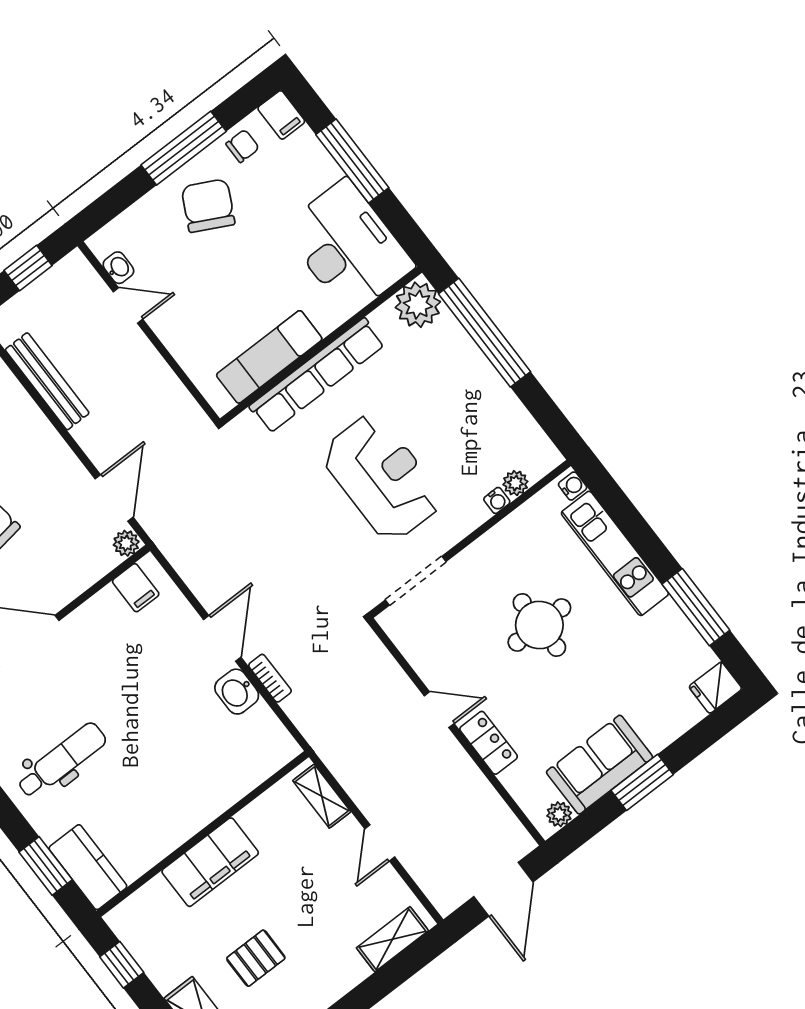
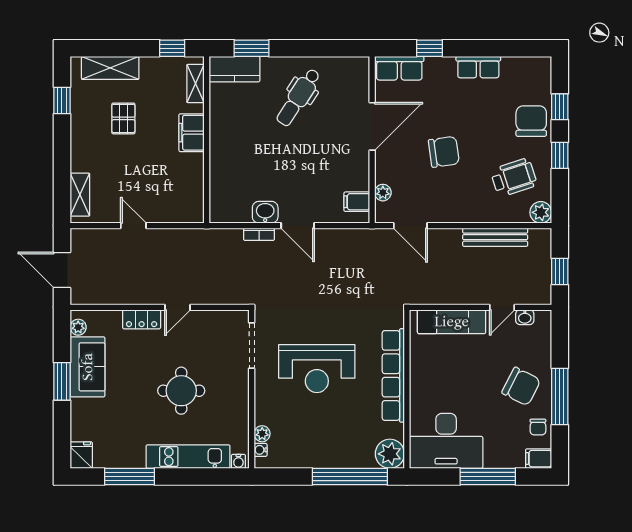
exam couch: (269, 357) -> (452, 322), moved, turned 90
water cooler: (497, 500) -> (261, 450), moved
plant: (126, 543) -> (383, 193), moved
dental chair: (62, 760) -> (298, 97), turned 33
shelving: (322, 796) -> (196, 83), moved, turned 90
filing cabinet: (210, 862) -> (192, 133), width x0.67, depth x0.86

